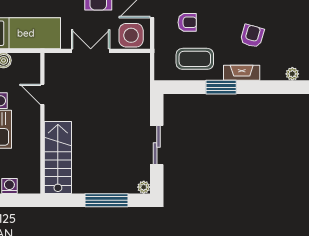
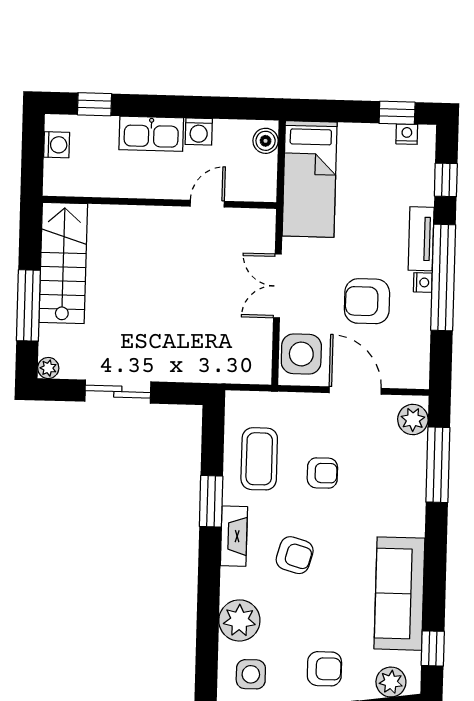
armchair: (187, 22) -> (322, 473), moved, turned -90
double door: (91, 51) -> (277, 286), swing flipped
plant: (292, 74) -> (239, 620), width x1.88, depth x1.88
stairs: (58, 158) -> (63, 263), moved, turned -90

